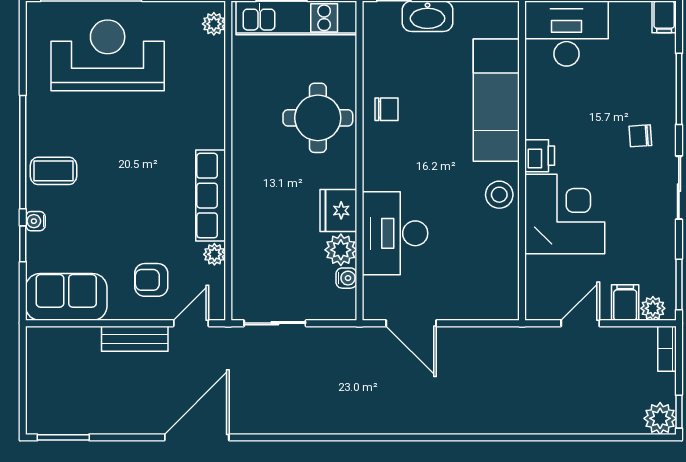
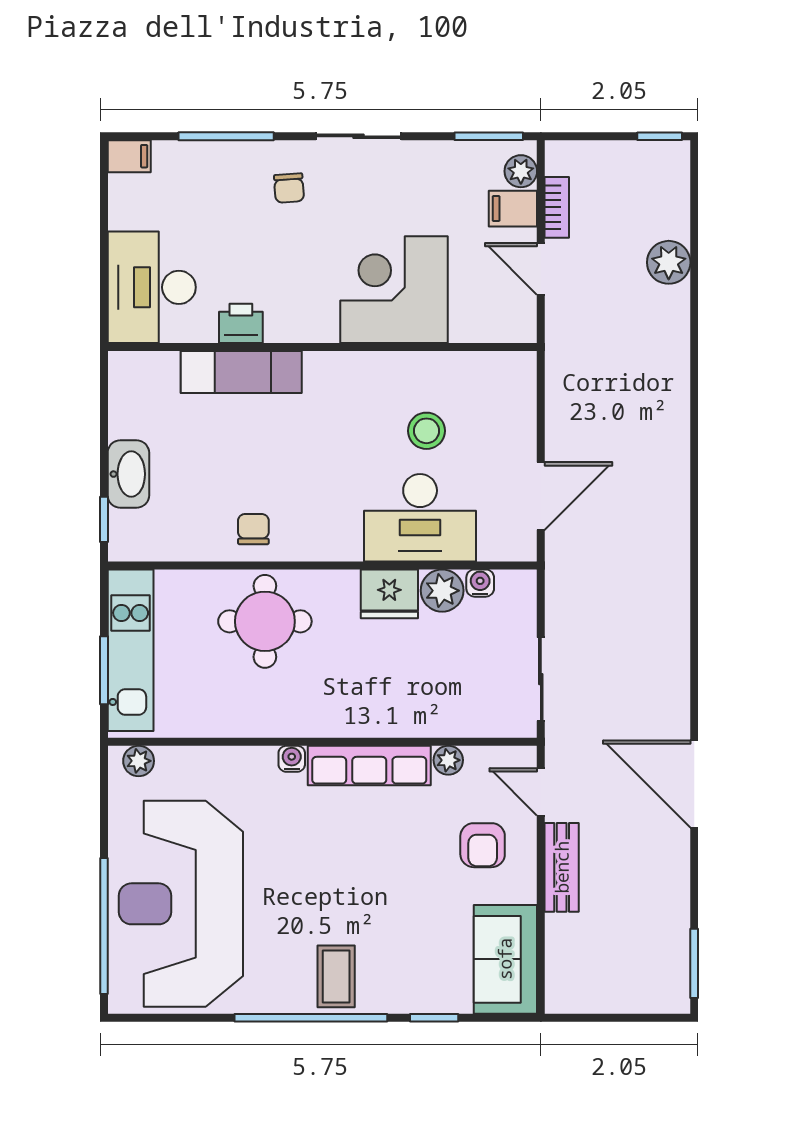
reception desk: (108, 55) -> (181, 904), width x1.36, depth x1.30
exam couch: (496, 100) -> (241, 372), width x0.73, depth x0.69
printer: (540, 156) -> (241, 323), moved
stool: (499, 195) -> (426, 431), moved
water cooler: (35, 221) -> (292, 759), moved, turned 180
bookcase: (667, 349) -> (557, 207), moved, turned -90
plant: (660, 418) -> (669, 262), moved

